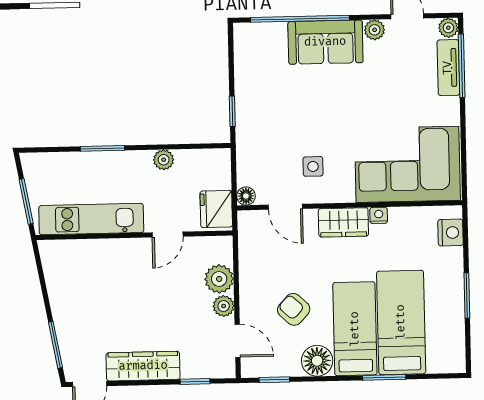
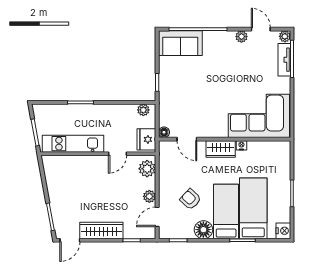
sofa: (325, 42) -> (180, 43), moved
plant: (164, 160) -> (143, 110), moved
side table: (313, 166) -> (204, 116), removed
nightstand: (451, 233) -> (283, 231), moved
plant: (219, 279) -> (147, 169), moved
door: (238, 341) -> (157, 217), swing flipped

